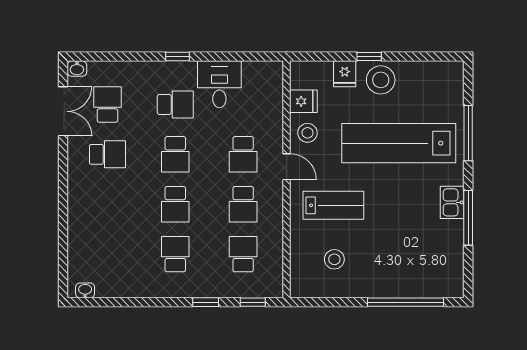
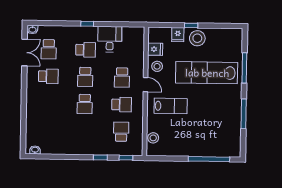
school desk: (107, 104) -> (49, 49), turned 180
kitchen sink: (452, 202) -> (235, 105), removed
school desk: (243, 204) -> (122, 105), turned -90
school desk: (175, 254) -> (84, 131), removed
stool: (334, 259) -> (153, 138), moved

